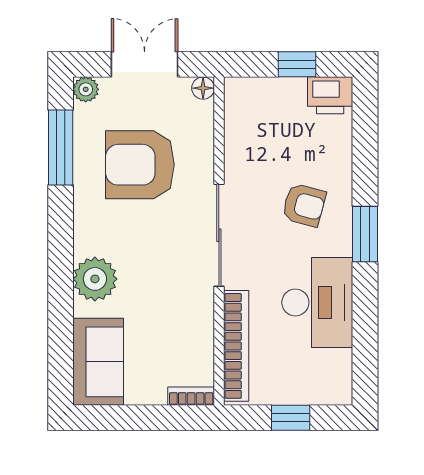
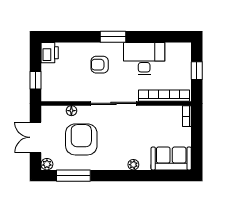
window: (297, 64) -> (35, 80), moved
floor lamp: (203, 88) -> (71, 111), moved
armchair: (140, 165) -> (81, 139), turned 180
armchair: (304, 205) -> (100, 65), turned -105
plant: (95, 279) -> (133, 165), width x0.53, depth x0.53

